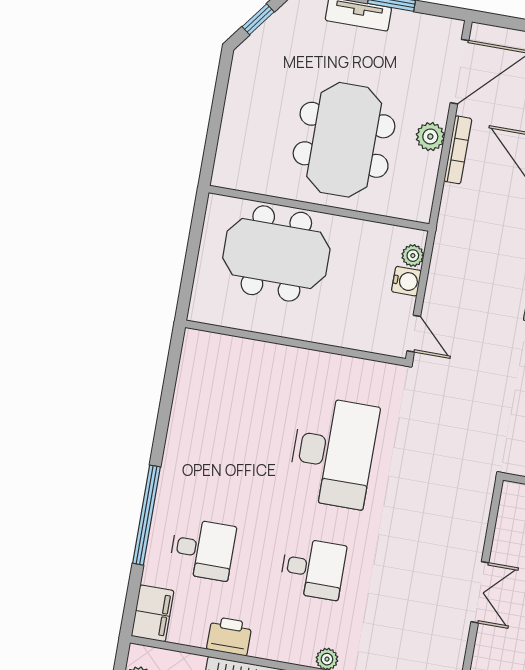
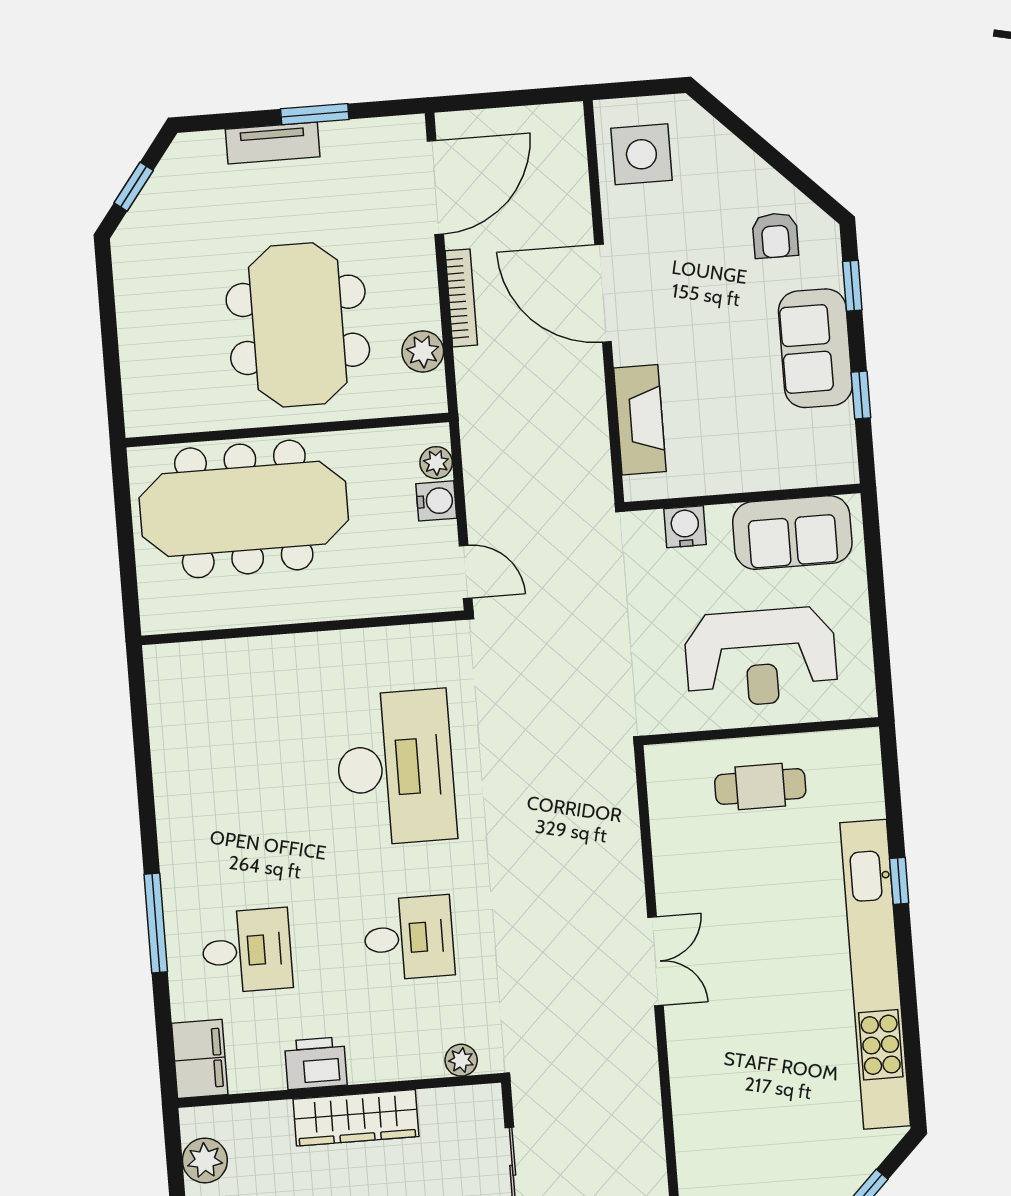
plant: (430, 137) -> (423, 351), moved
meeting table: (276, 253) -> (244, 509), width x1.36
window: (146, 515) -> (156, 923), width x0.68
double door: (480, 592) -> (656, 961), moved

